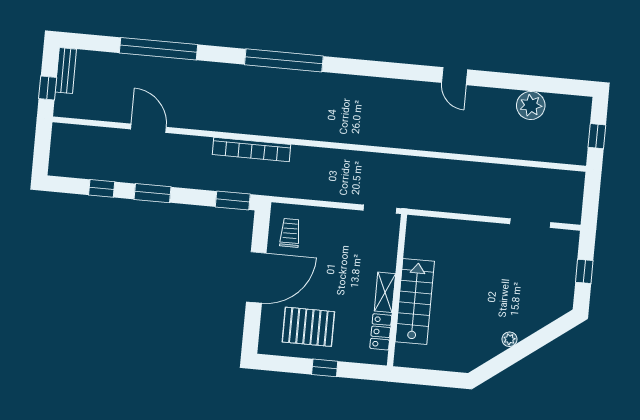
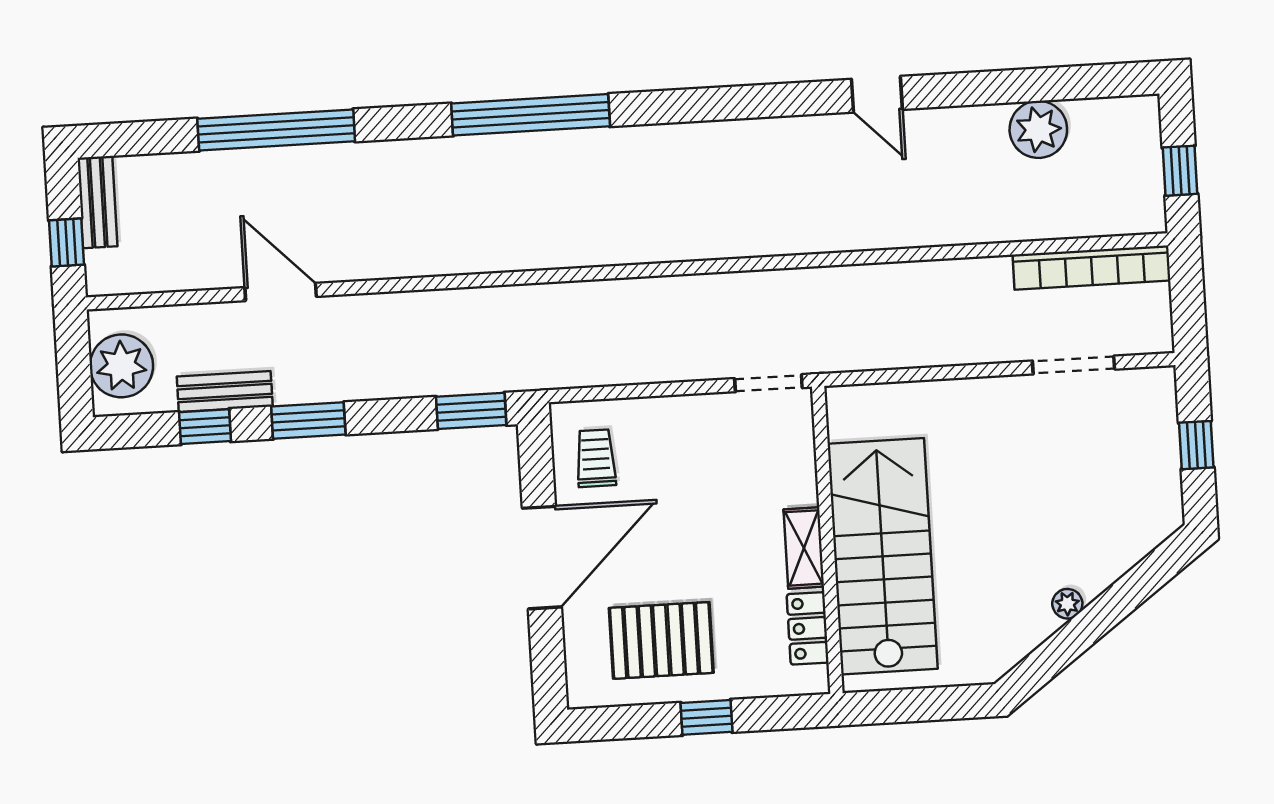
bookcase: (251, 150) -> (1091, 268), moved
plant: (65, 152) -> (121, 366), added
bench: (114, 173) -> (225, 392), added
stairs: (415, 301) -> (883, 556), width x1.36, depth x1.51

